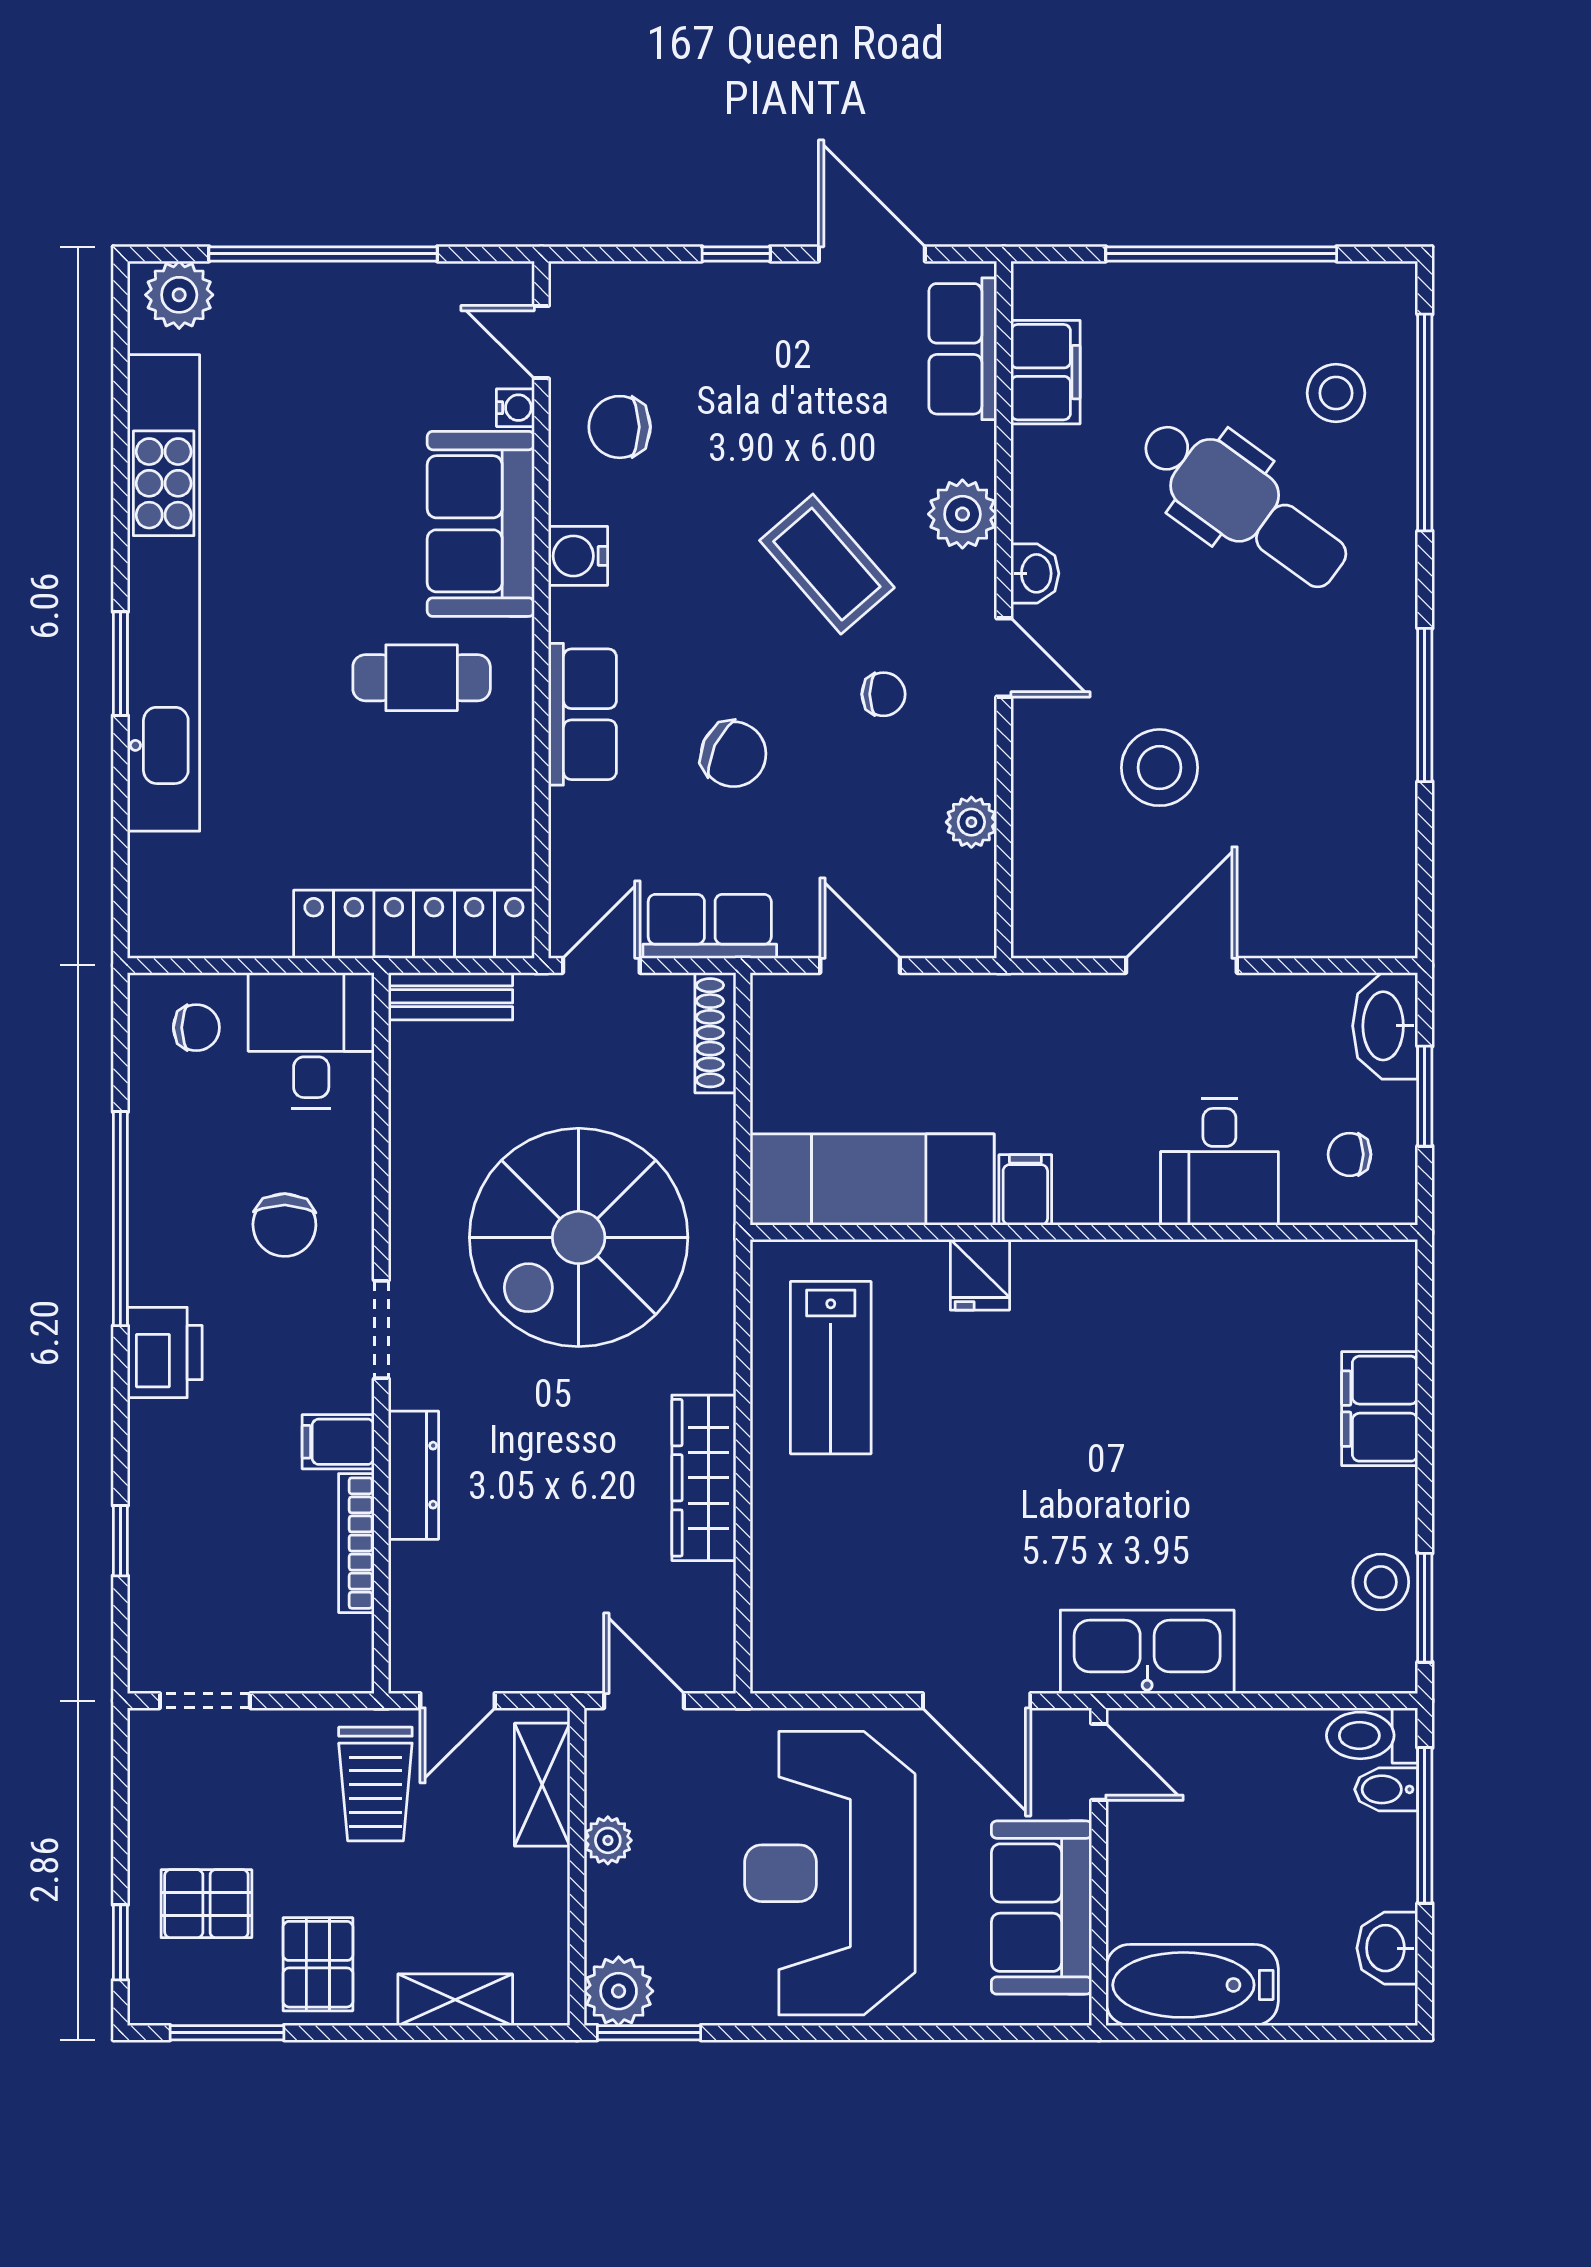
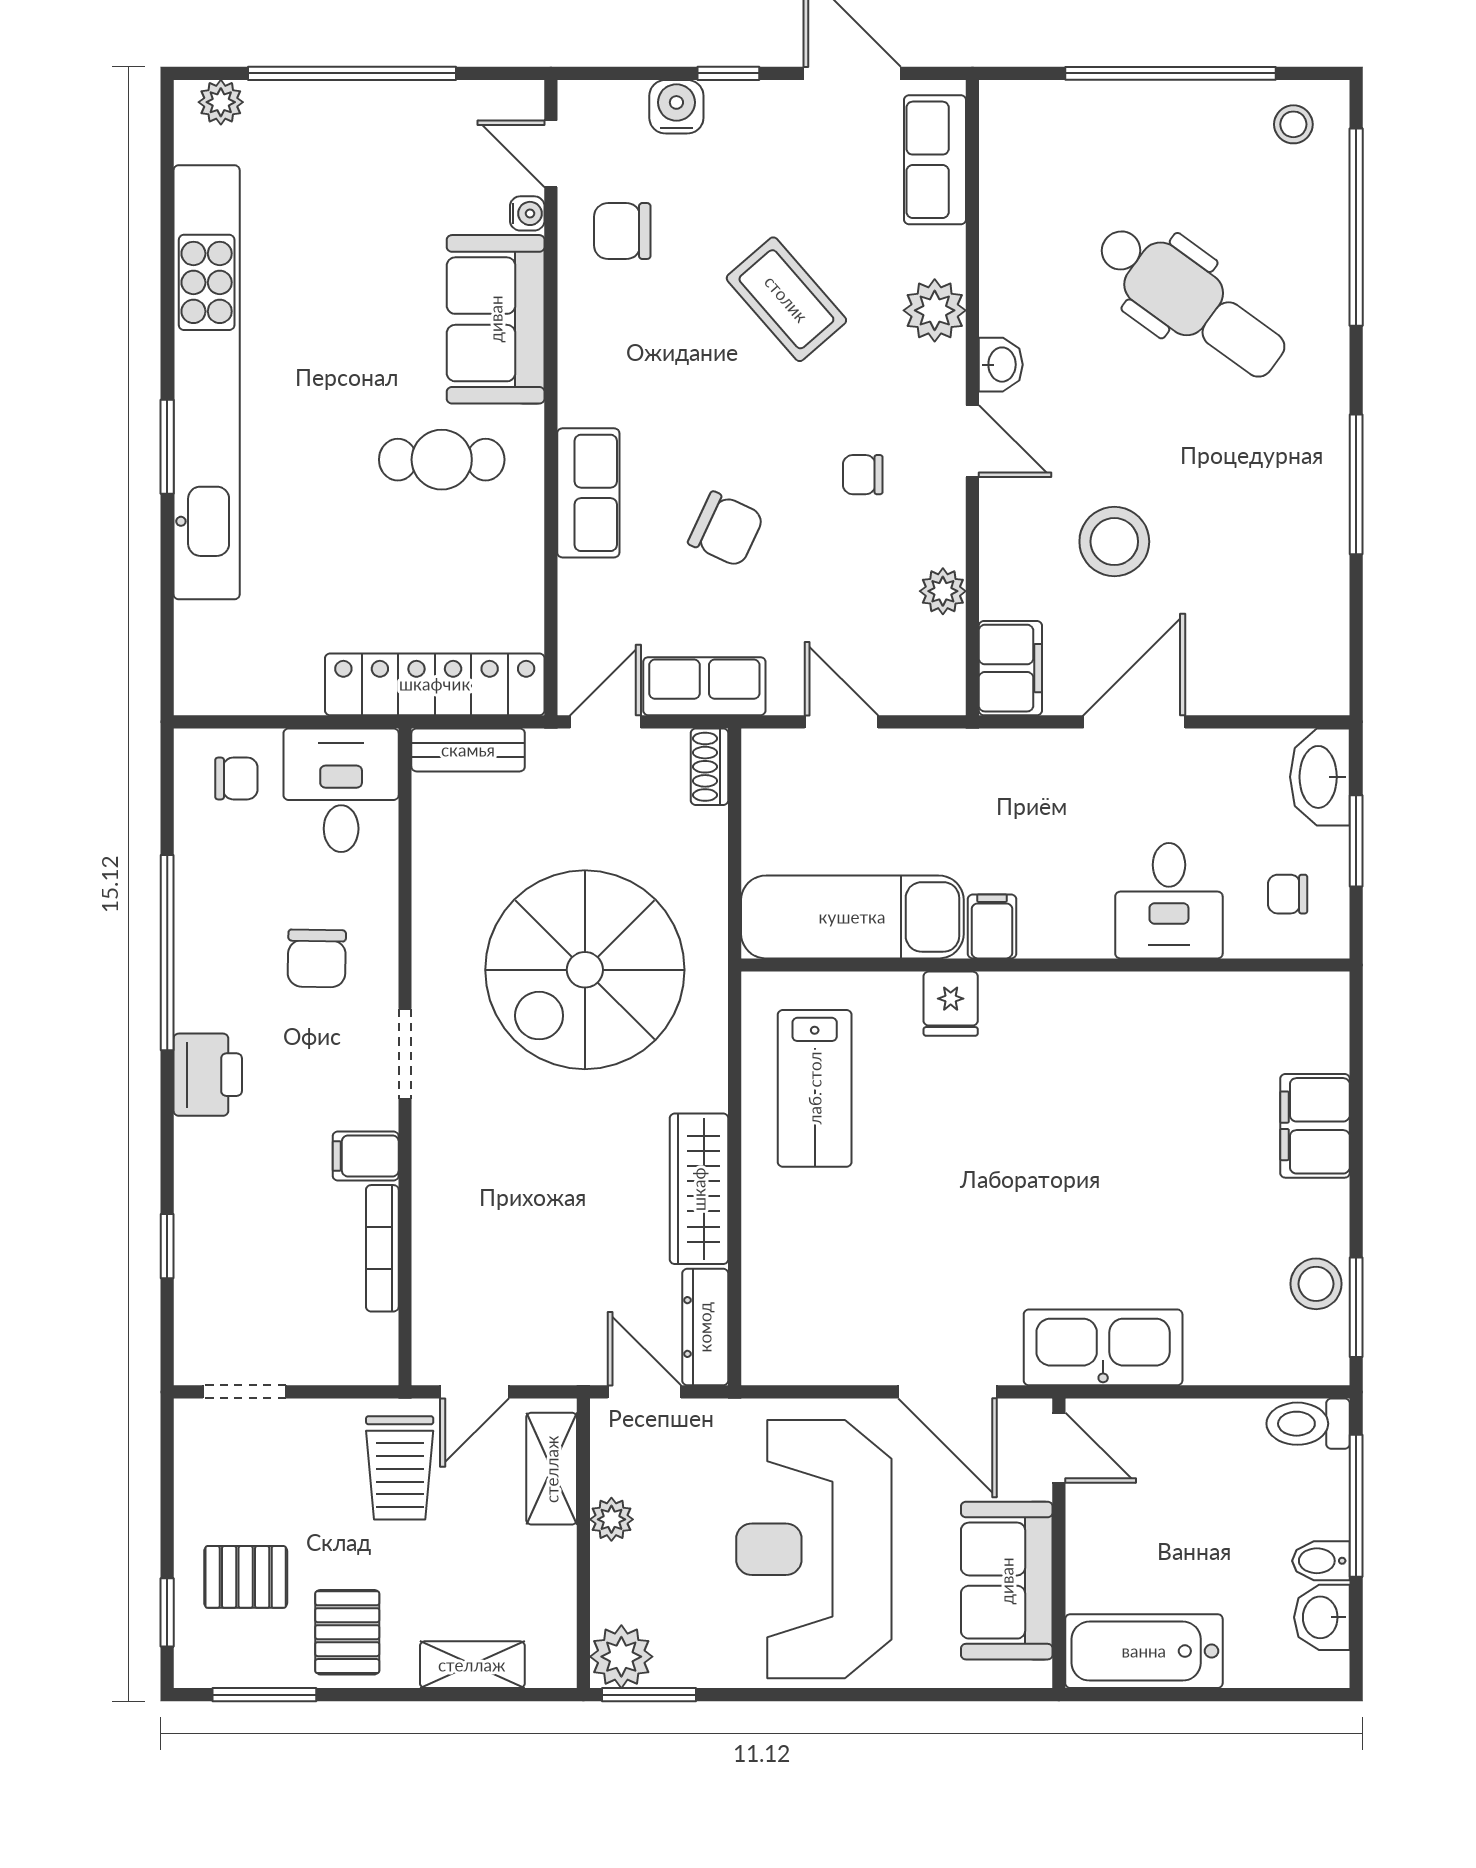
plant: (179, 295) -> (221, 102), width x0.73, depth x0.73
filing cabinet: (1046, 372) -> (1010, 668), moved
stool: (1336, 393) -> (1293, 124), moved, width x0.73, depth x0.73
water cooler: (578, 556) -> (676, 107), moved, turned 90
coffee table: (827, 564) -> (786, 299), moved
chair: (883, 694) -> (863, 475), turned 180
shoe rack: (715, 1033) -> (710, 767), width x0.70
dresser: (413, 1475) -> (705, 1327), moved, turned 180
bidet: (1386, 1789) -> (1321, 1561), moved

